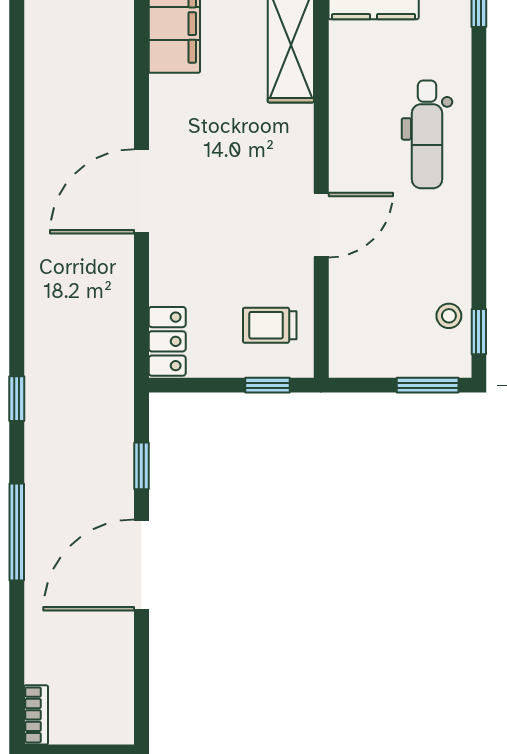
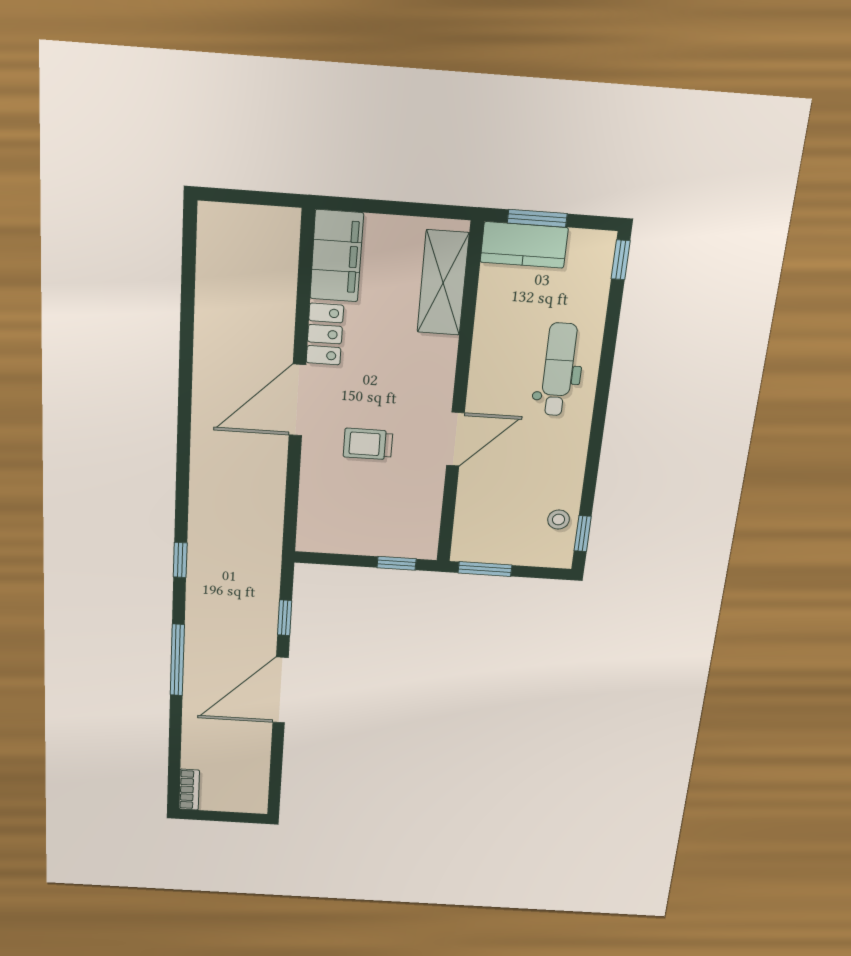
dental chair: (427, 134) -> (558, 370), turned 180
trolley: (270, 325) -> (368, 444), moved
locker: (167, 341) -> (325, 334), moved
window: (428, 385) -> (485, 569), moved

